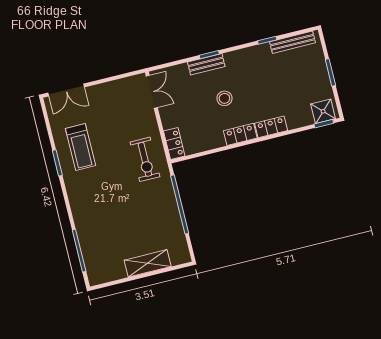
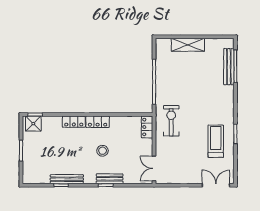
bench: (293, 42) -> (67, 179), moved
bench: (87, 248) -> (229, 67), added

